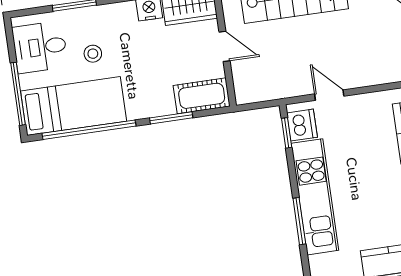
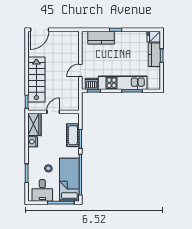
cot: (202, 96) -> (73, 135), moved

